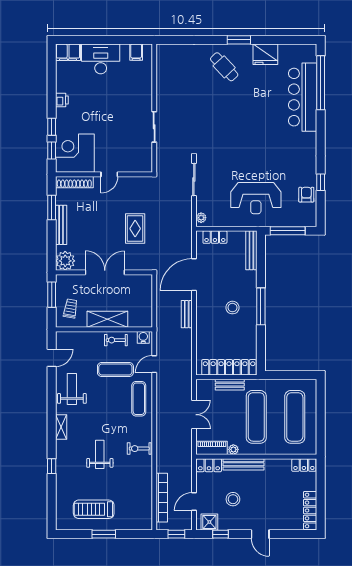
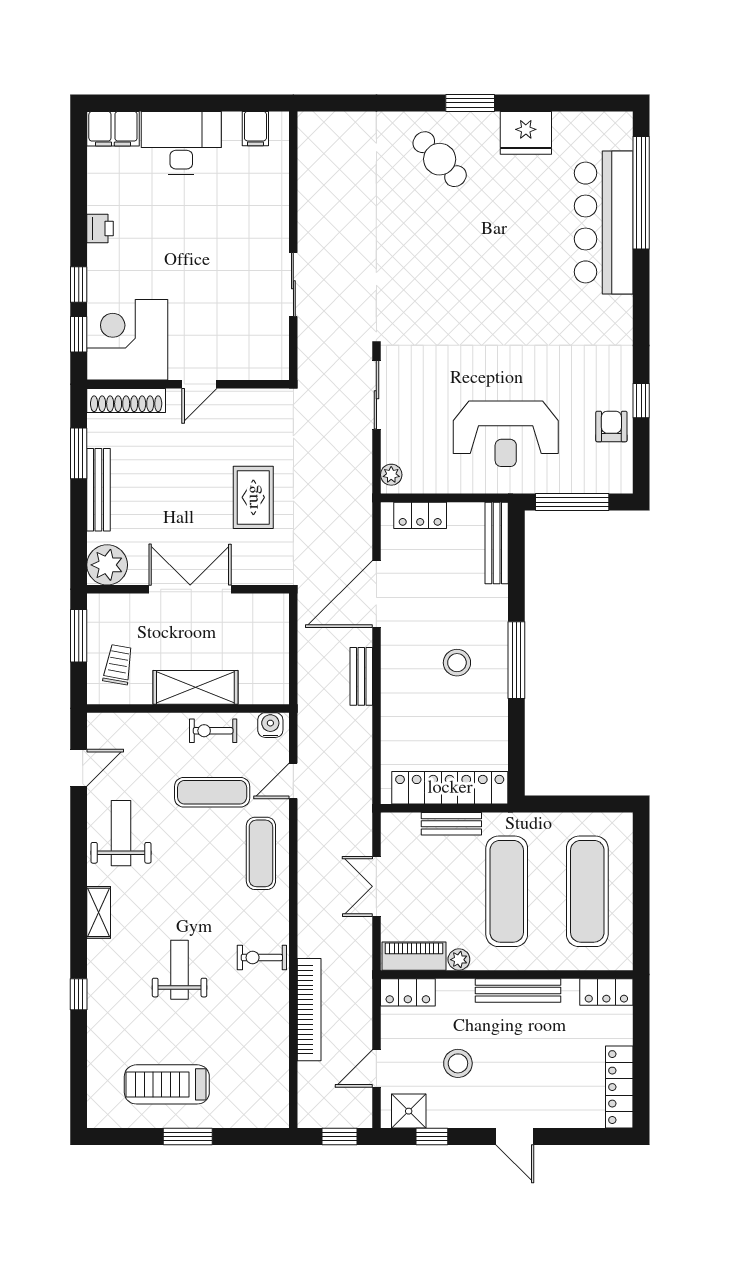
double door: (194, 415) -> (376, 886), swing flipped
bench: (243, 464) -> (518, 991), moved
bookcase: (162, 498) -> (309, 1010), moved

